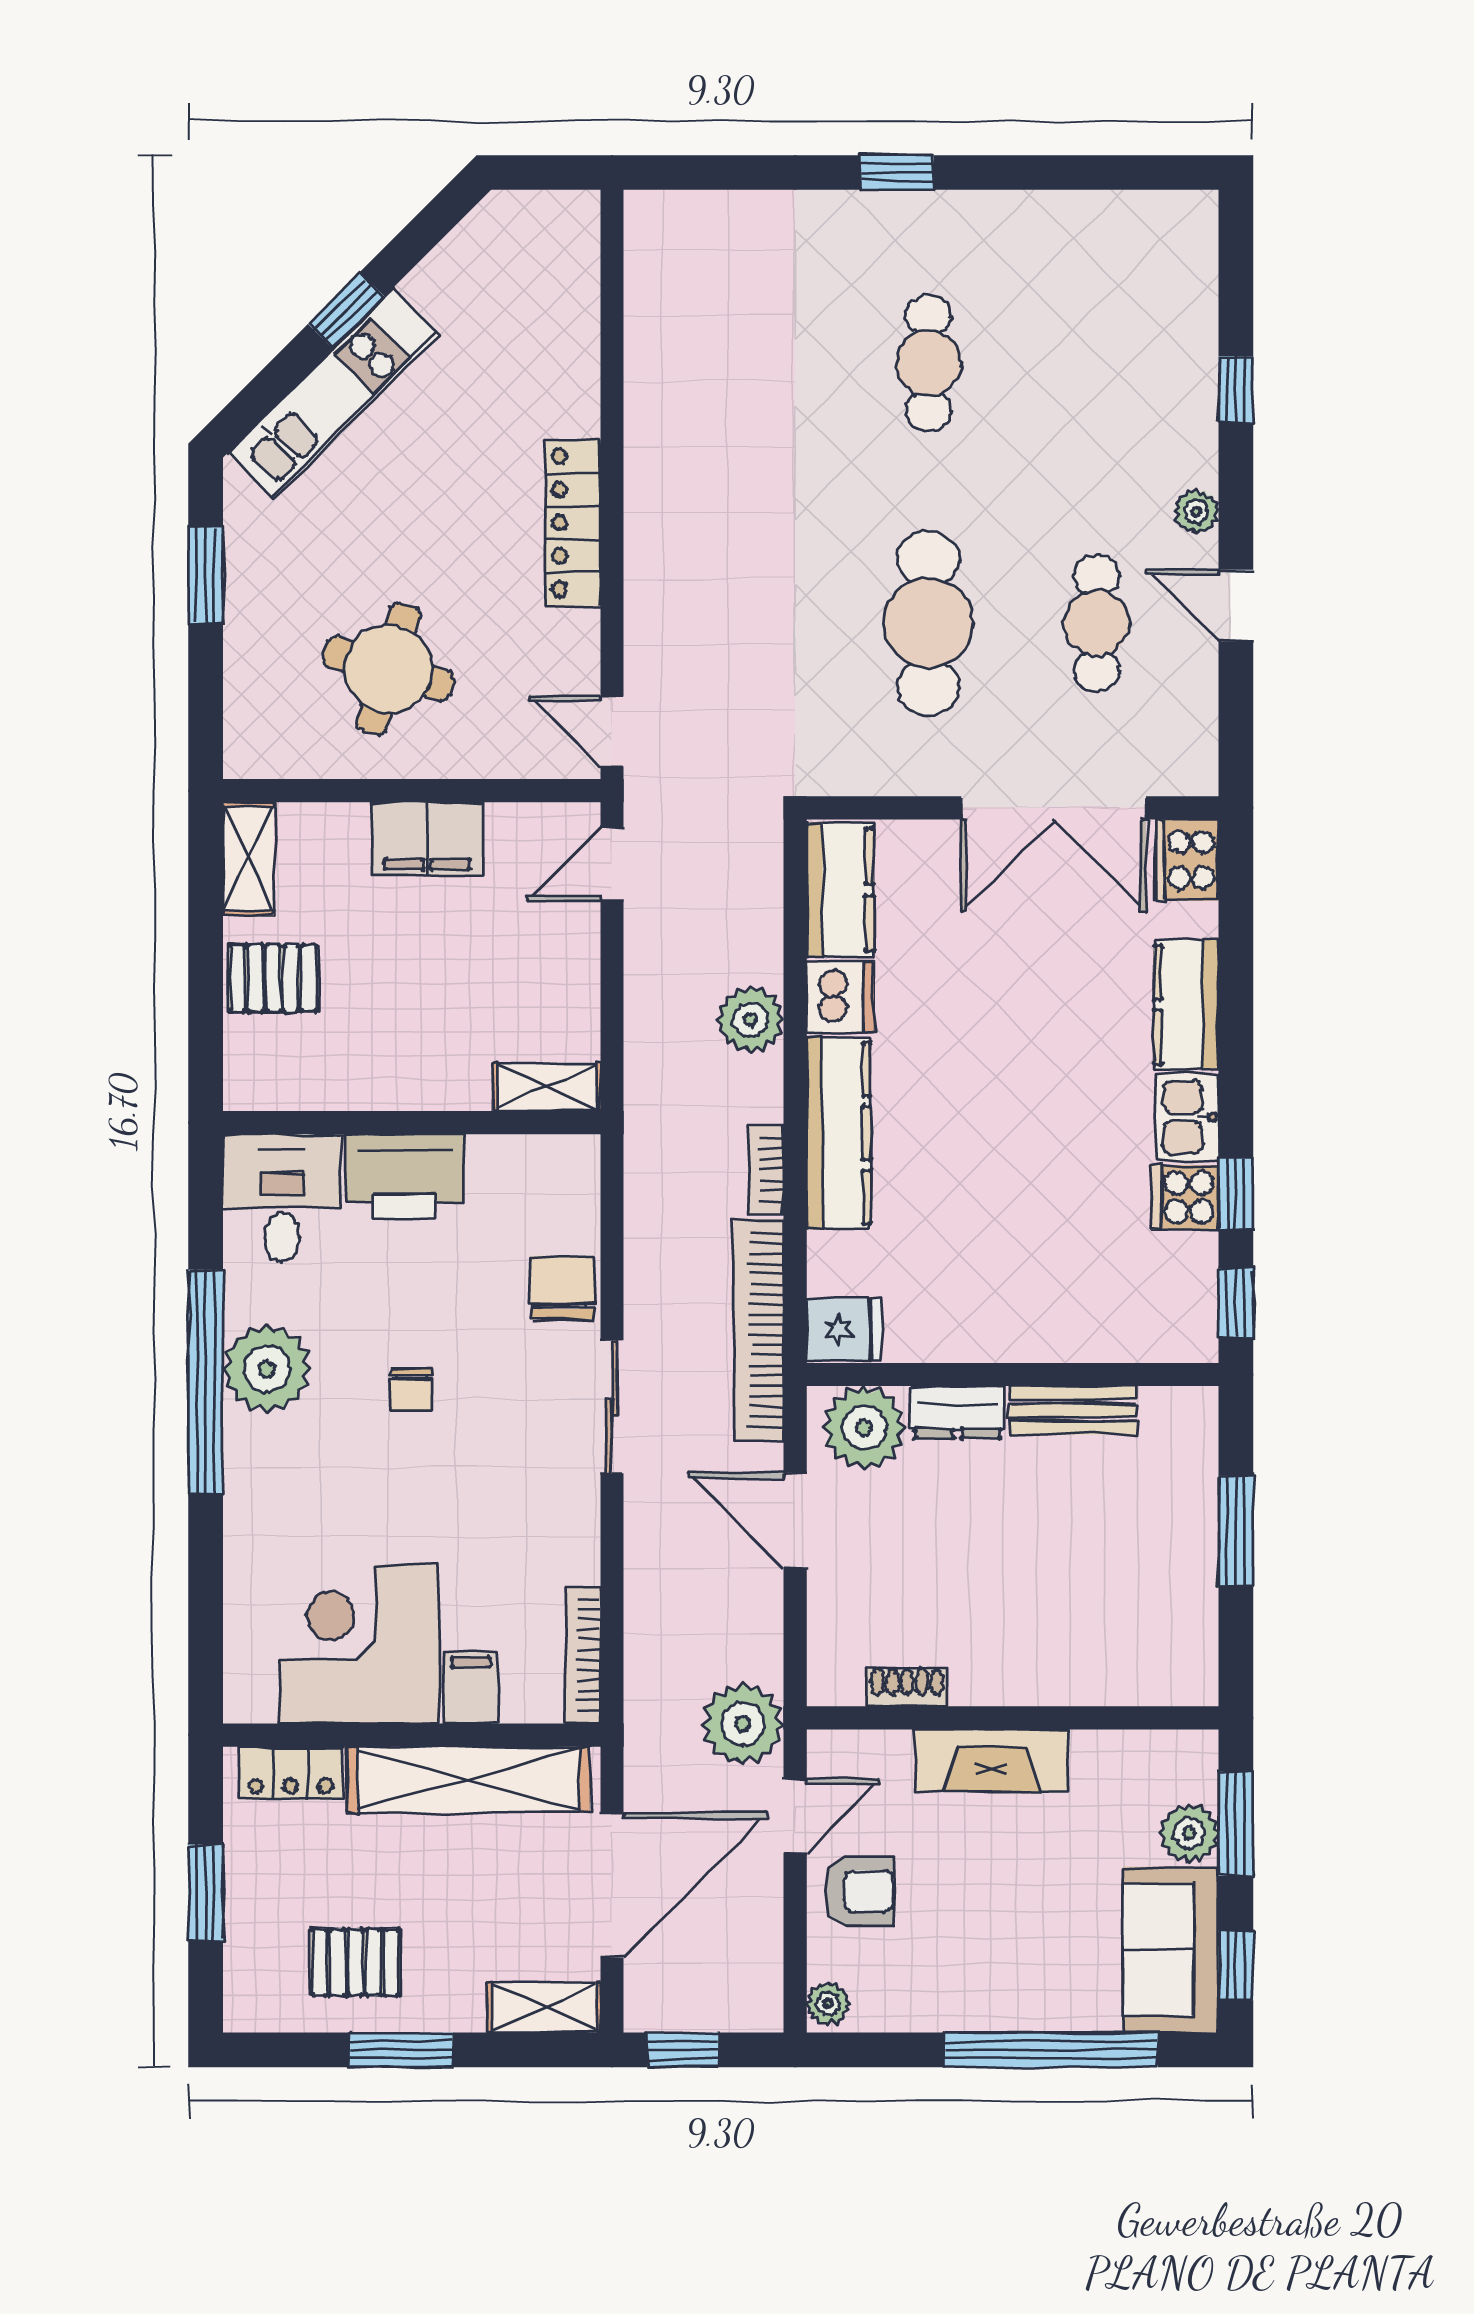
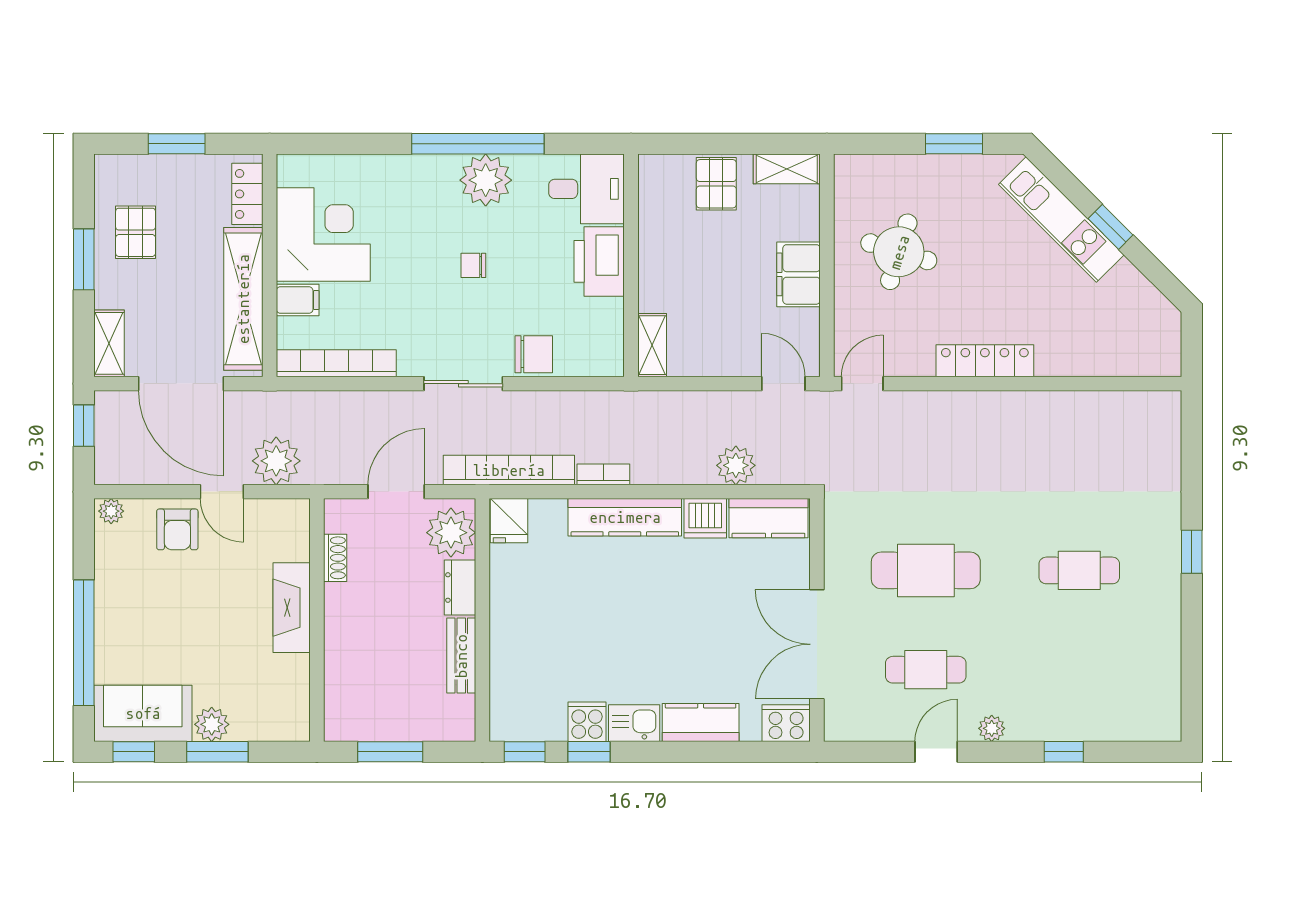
plant: (751, 1019) -> (736, 465), moved
bookcase: (583, 1655) -> (336, 363), width x1.48, depth x1.31
shoe rack: (907, 1687) -> (335, 558), moved
wall: (1013, 1718) -> (317, 620), moved
fireplace: (992, 1761) -> (292, 608), moved

